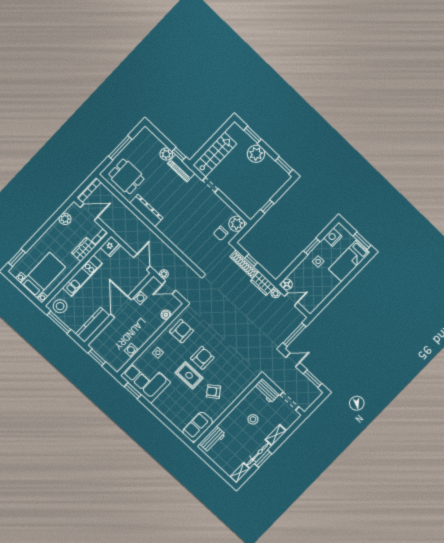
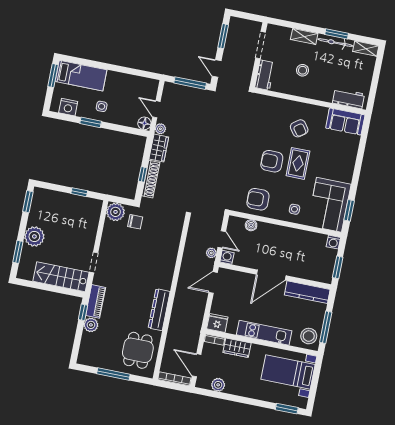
washing machine: (140, 298) -> (227, 257), moved
washing machine: (132, 350) -> (333, 242), moved

